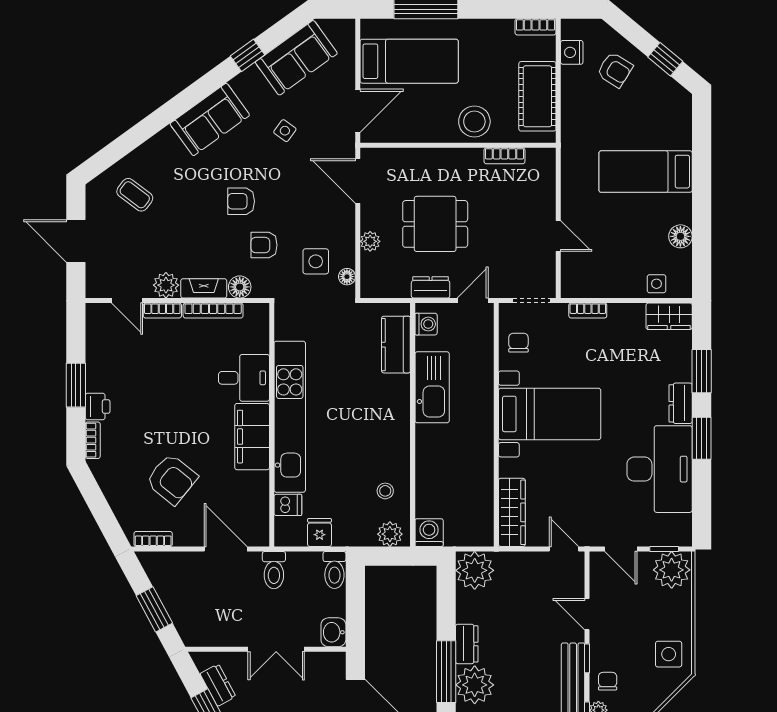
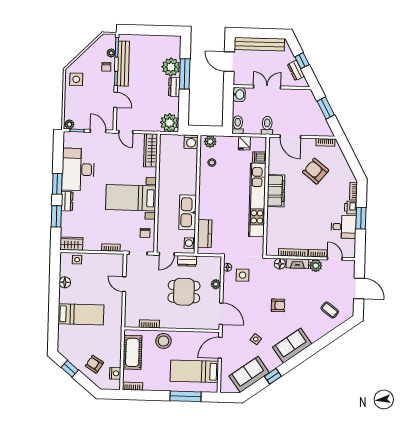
armchair: (264, 245) -> (267, 284), removed
desk: (244, 378) -> (344, 227), moved, turned 180
plant: (672, 570) -> (69, 124), width x0.53, depth x0.53

